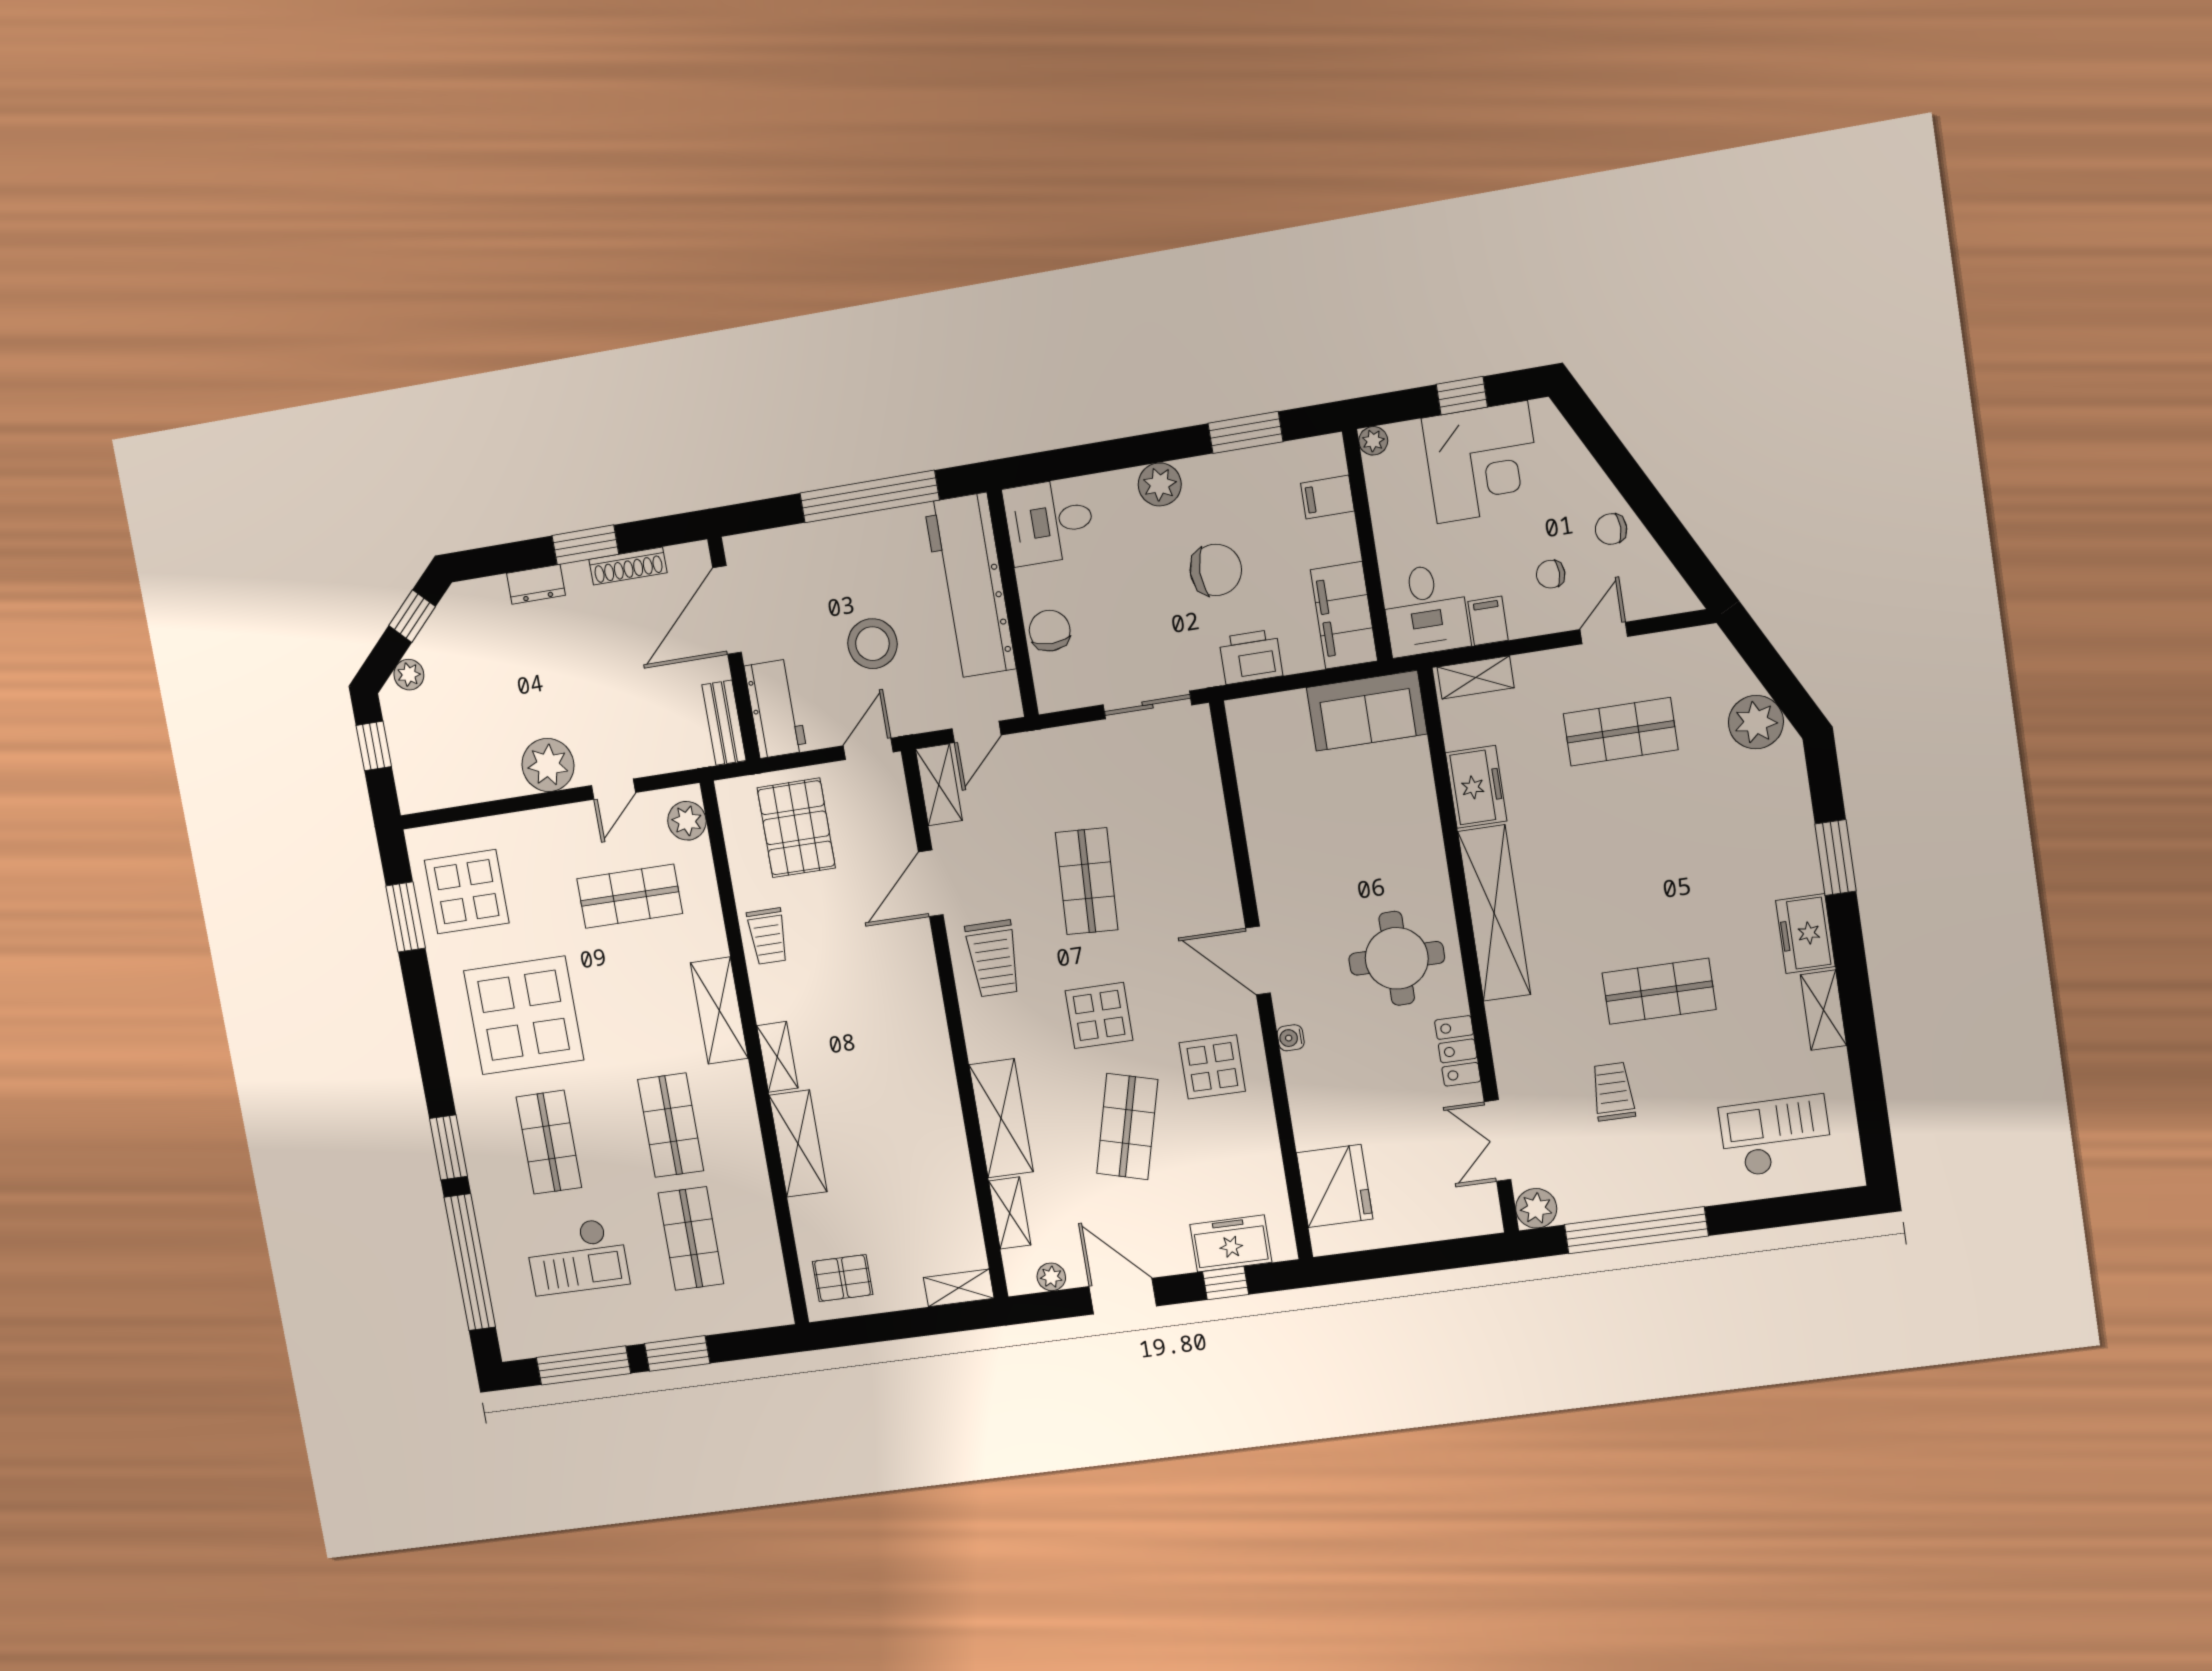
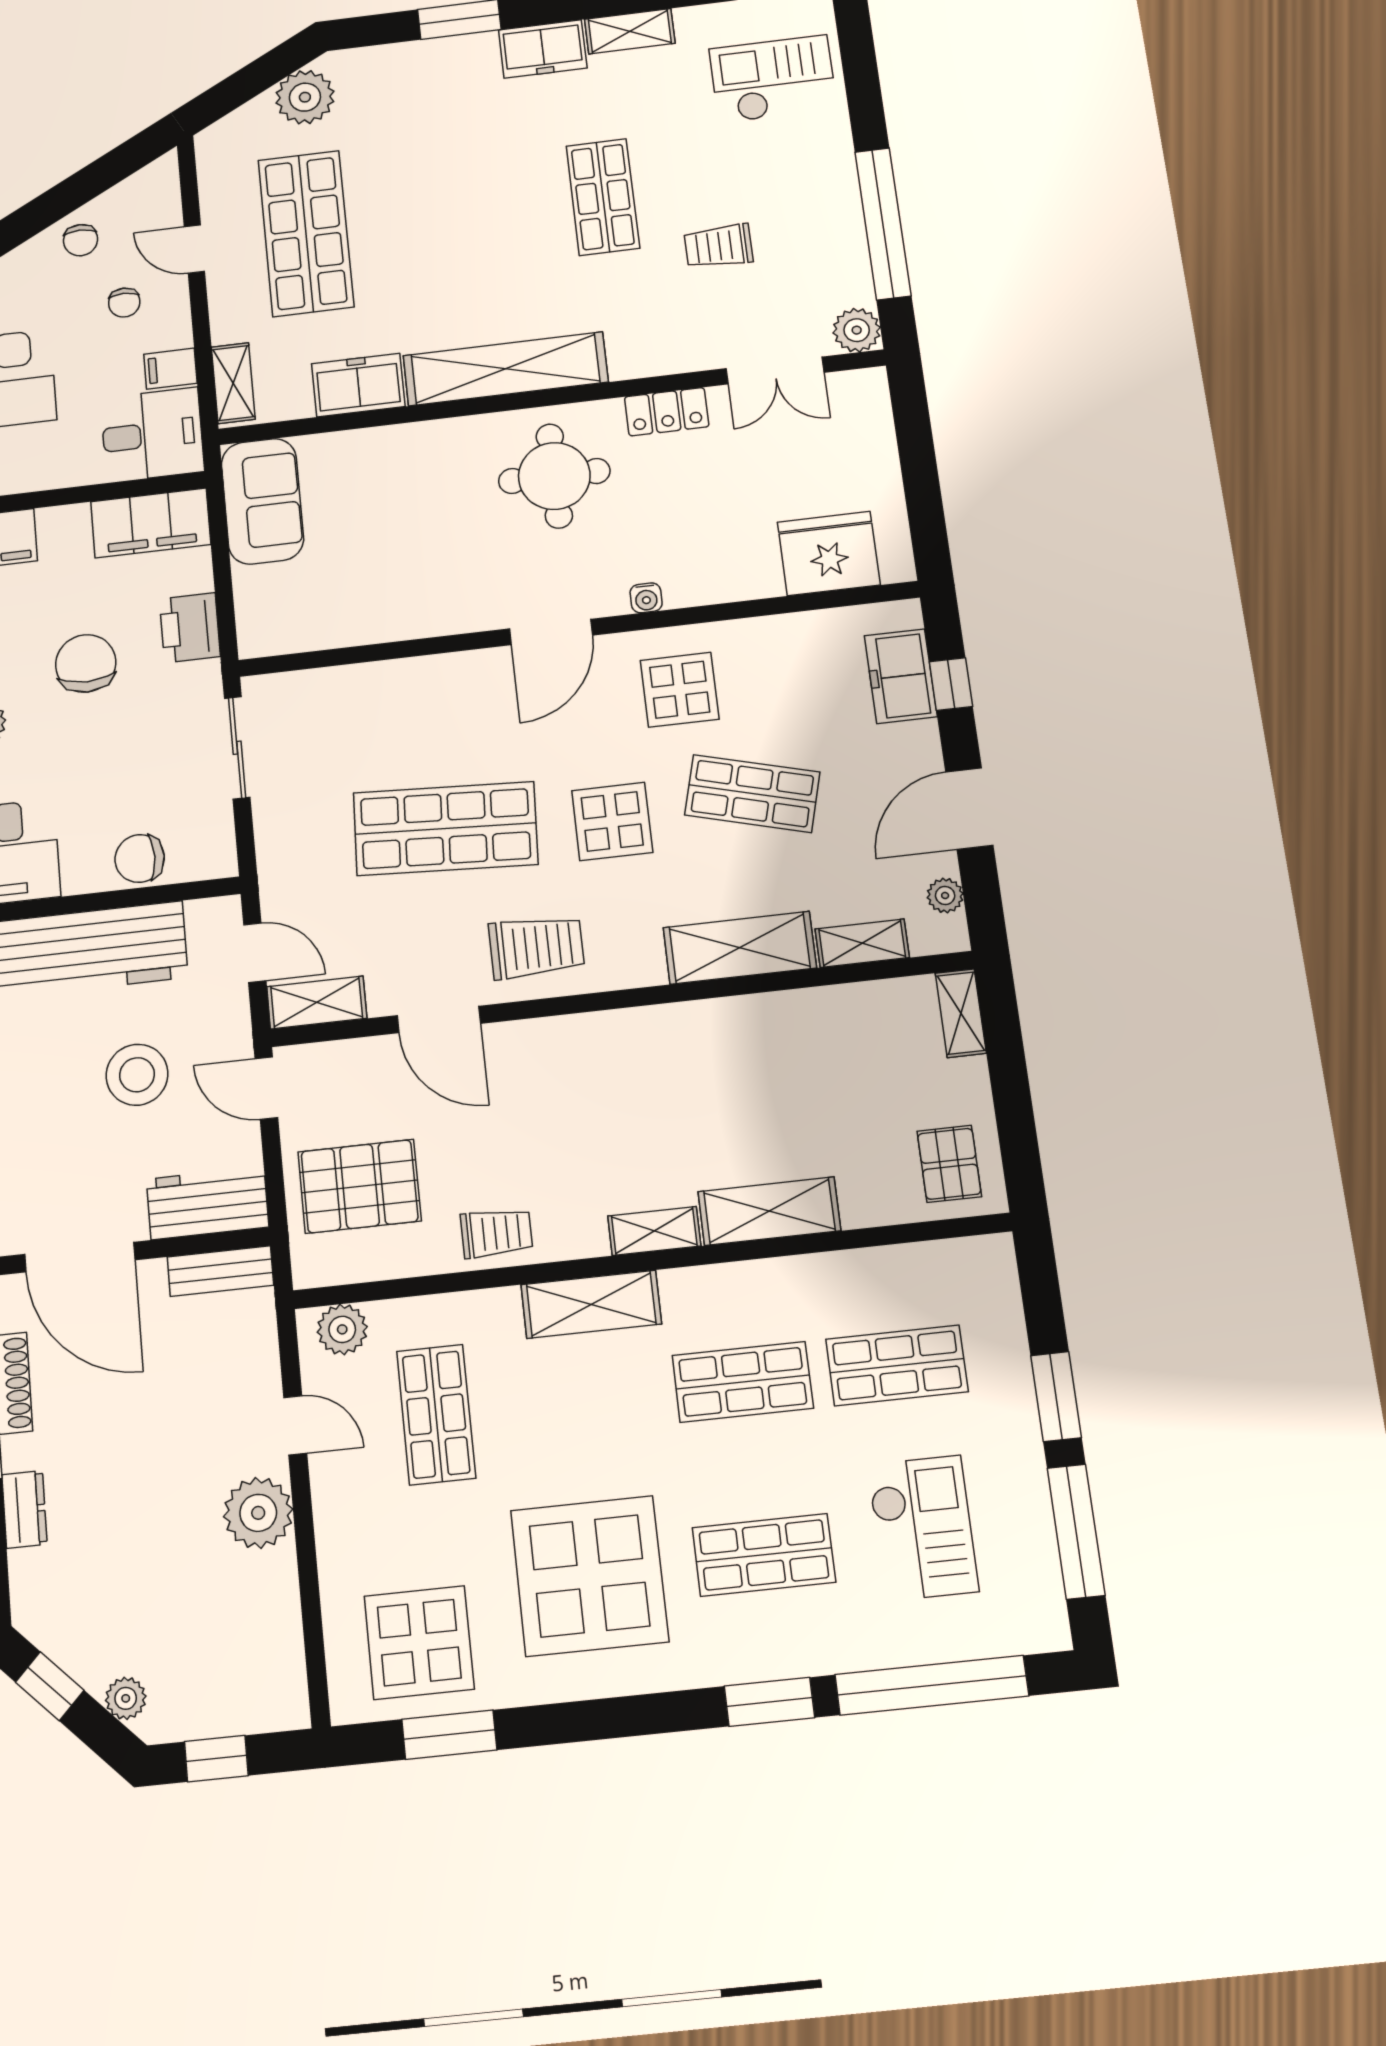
shop shelf: (1621, 732) -> (306, 233), width x1.43, depth x1.36
shop shelf: (1087, 881) -> (446, 829), width x1.43, depth x1.36
checkout: (1776, 1136) -> (773, 79), turned 90

